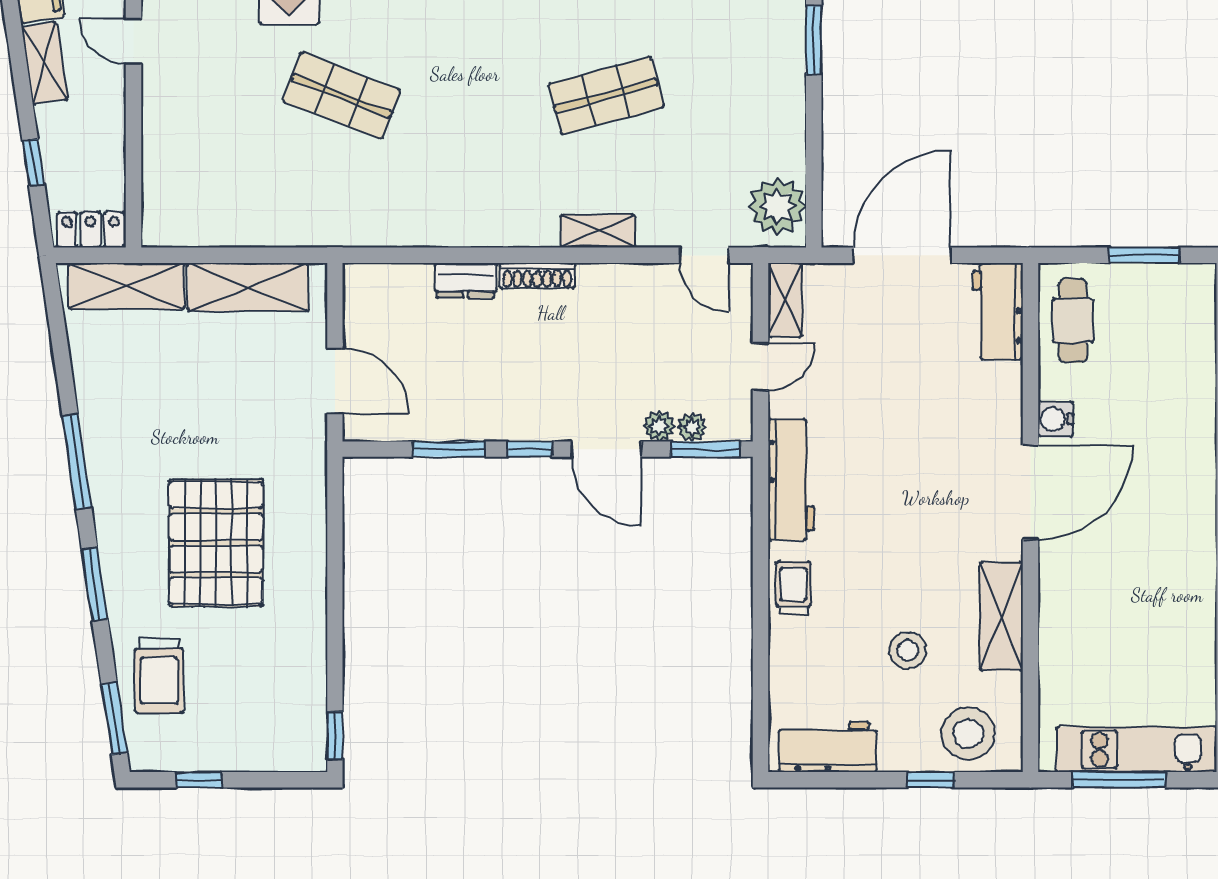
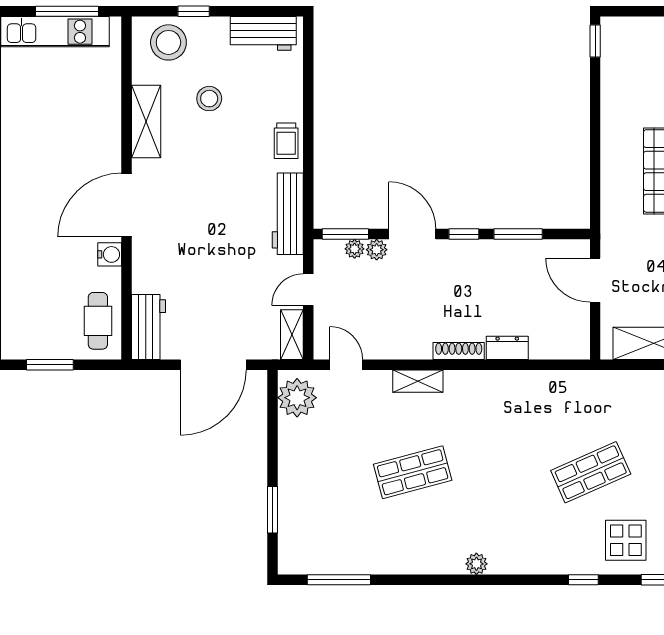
shop shelf: (341, 96) -> (591, 472), turned -45

